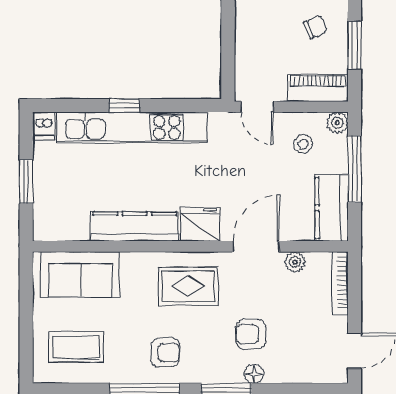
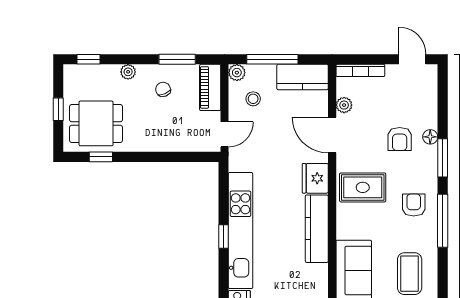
rug: (188, 286) -> (363, 187), turned 90

